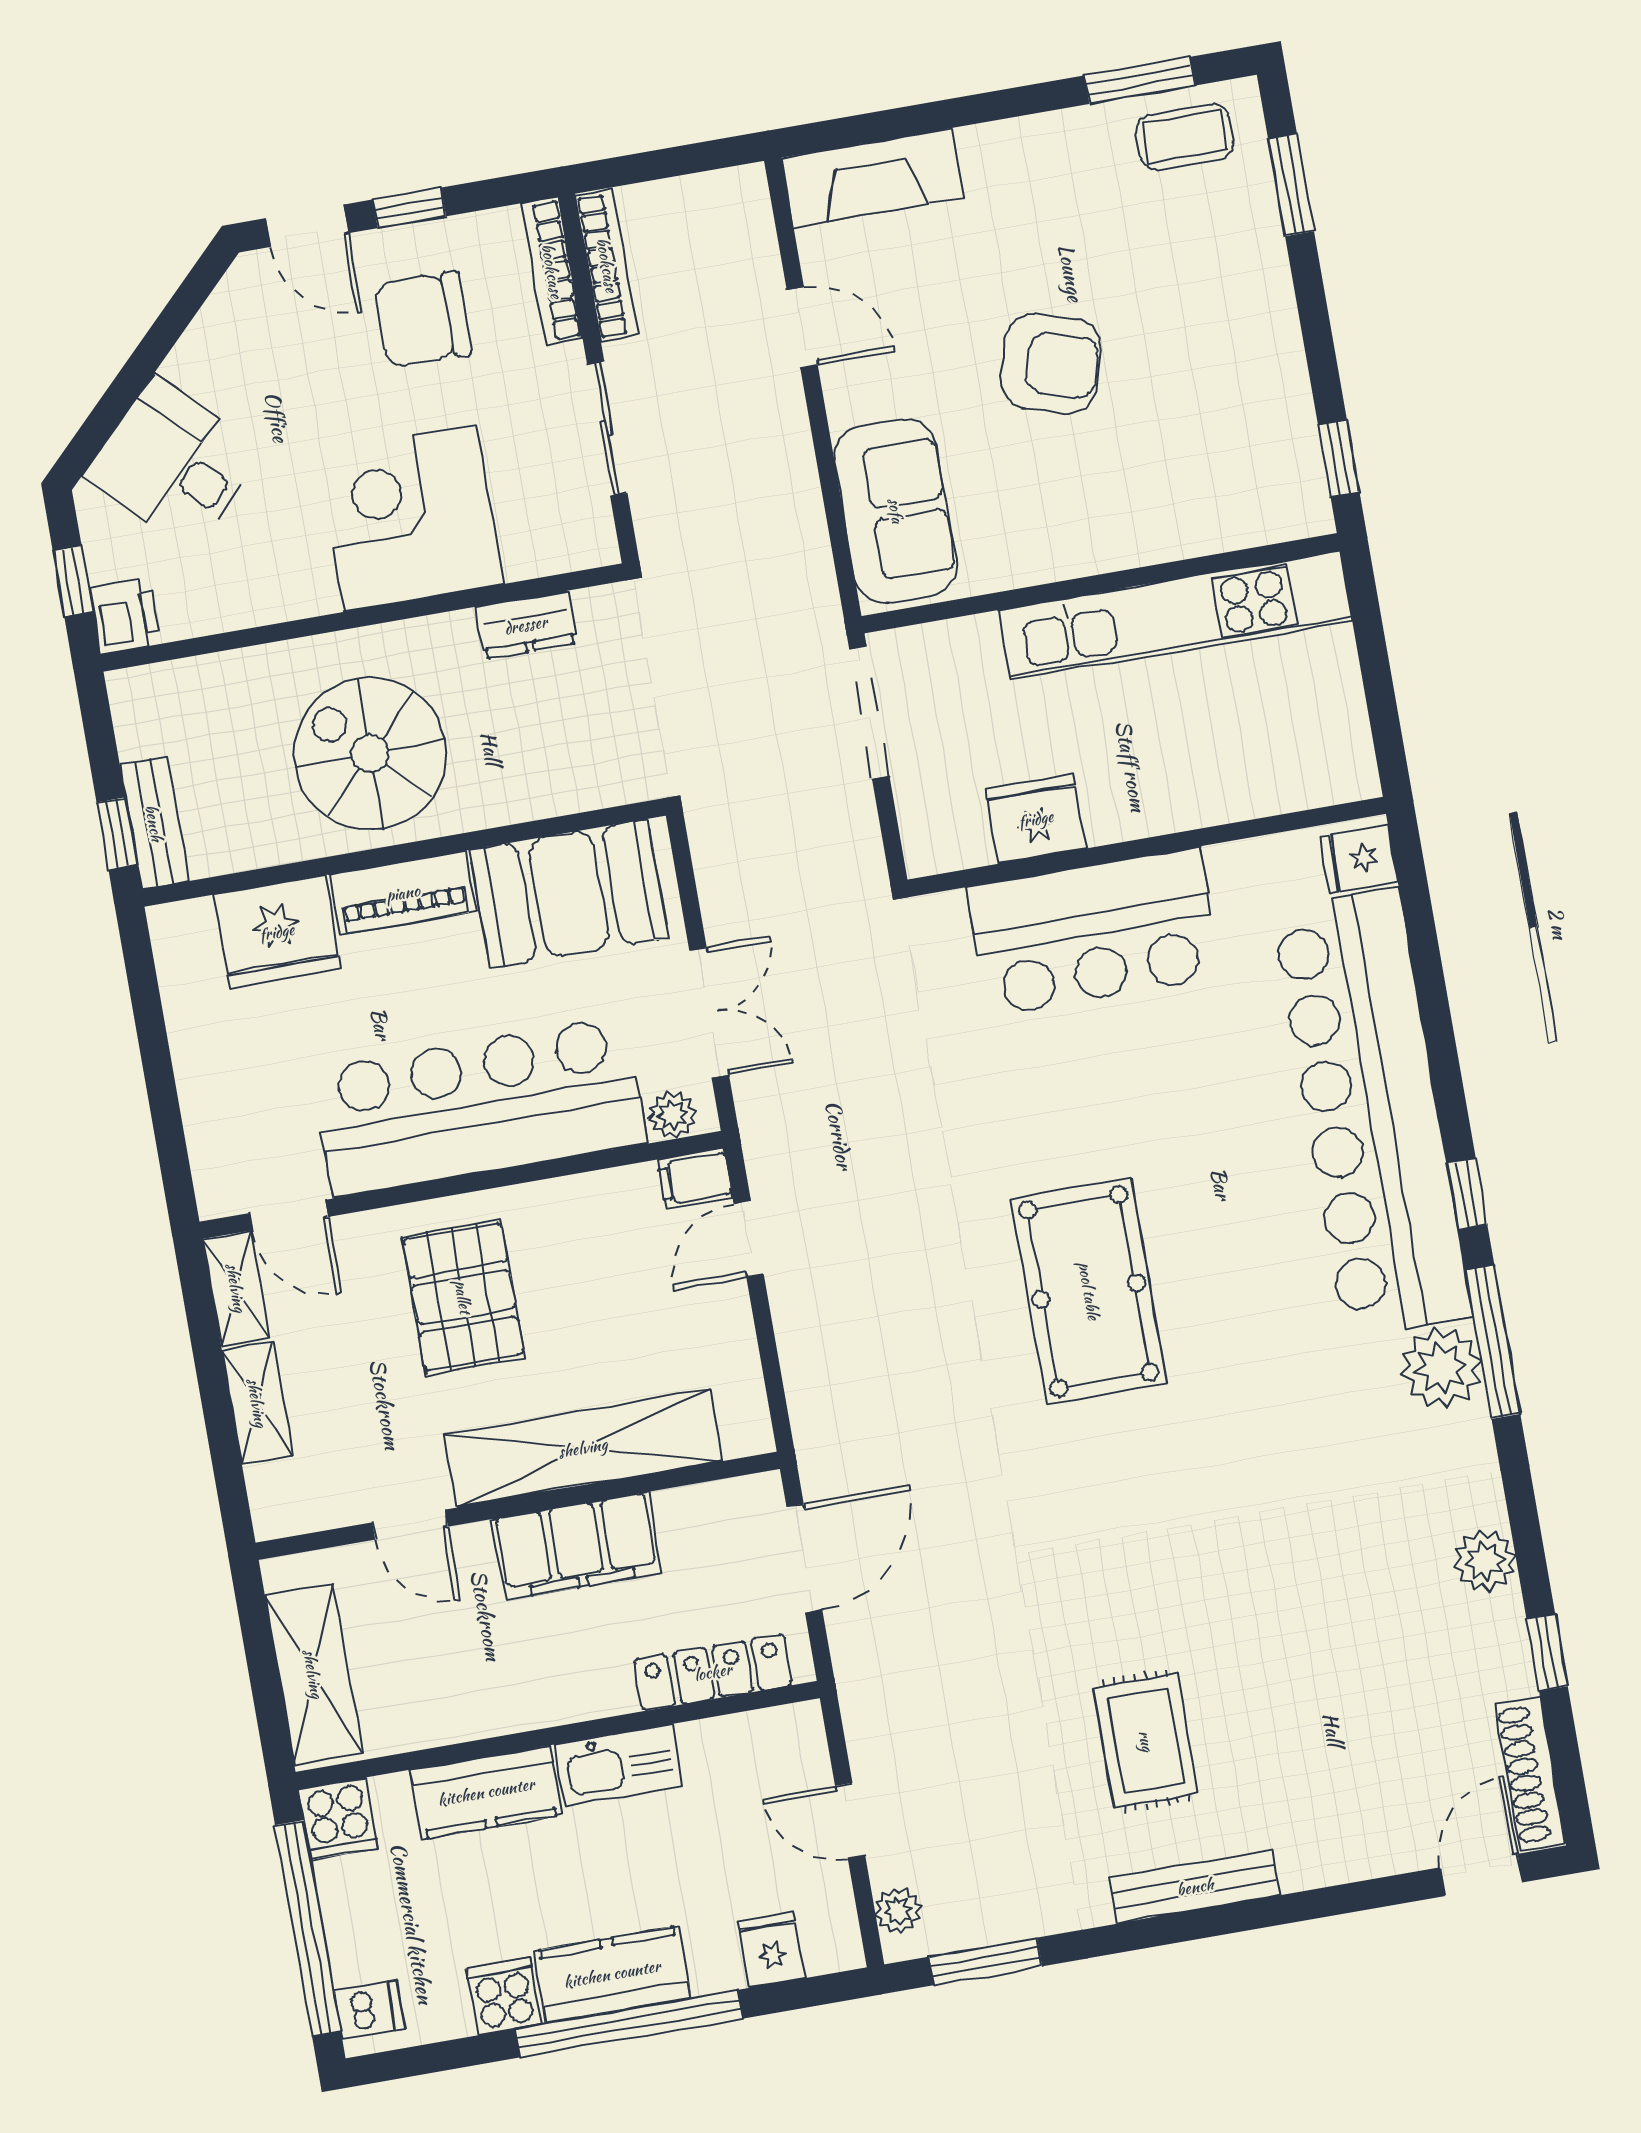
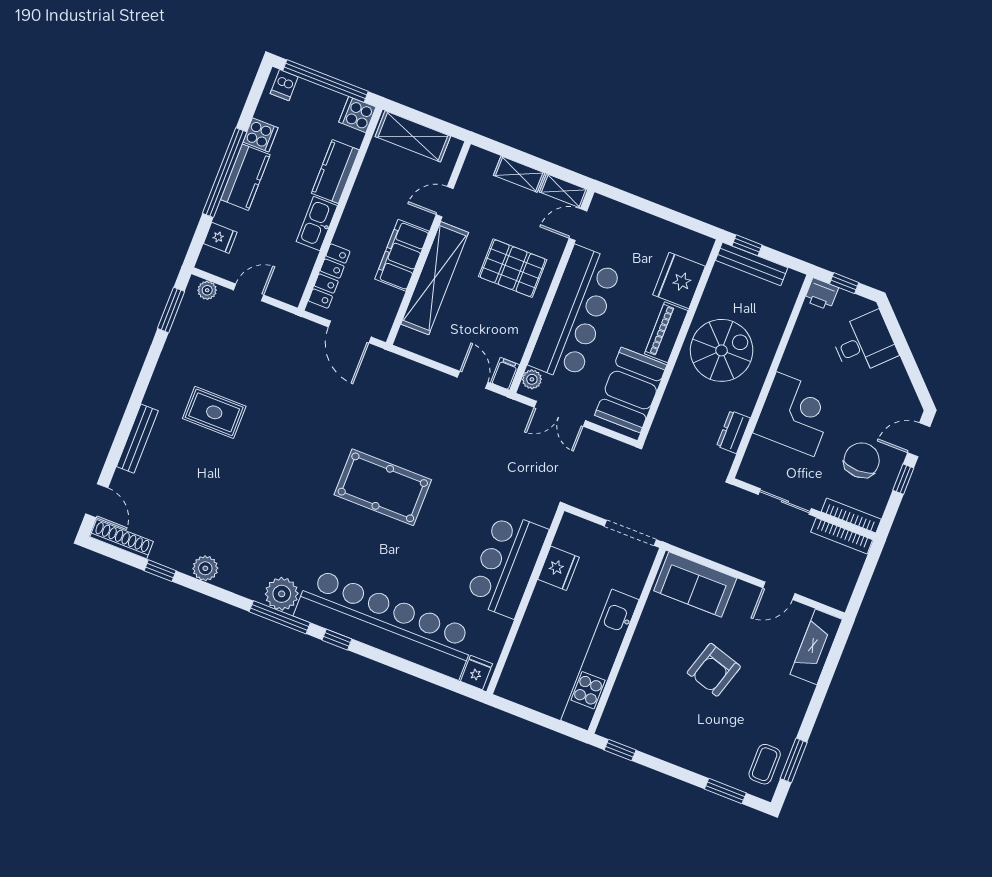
bench: (154, 823) -> (752, 264), width x1.36
bench: (1195, 1887) -> (137, 439), moved

